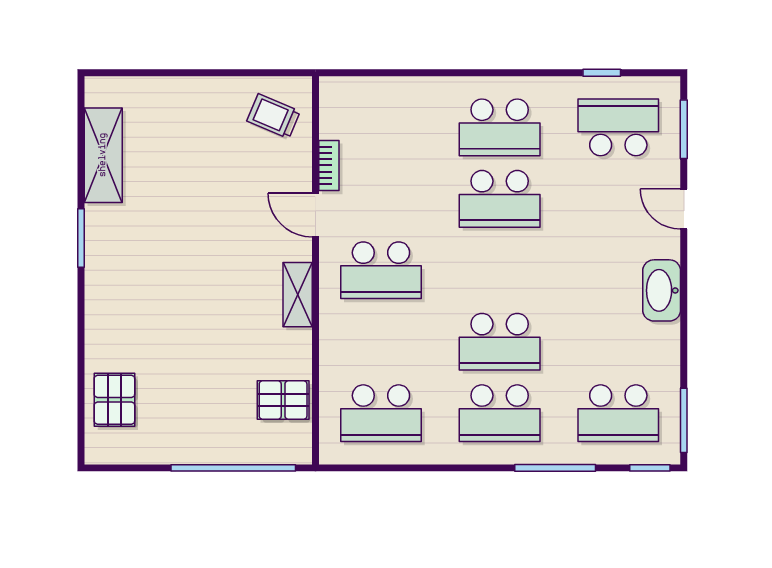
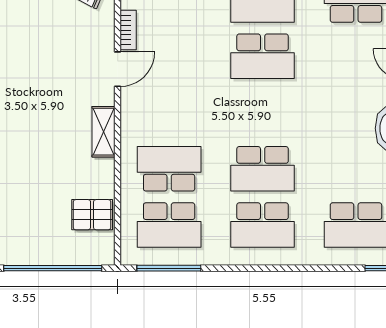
door: (315, 215) -> (118, 69), swing flipped
school desk: (381, 270) -> (169, 169), moved, turned 180
window: (555, 468) -> (169, 268), moved

